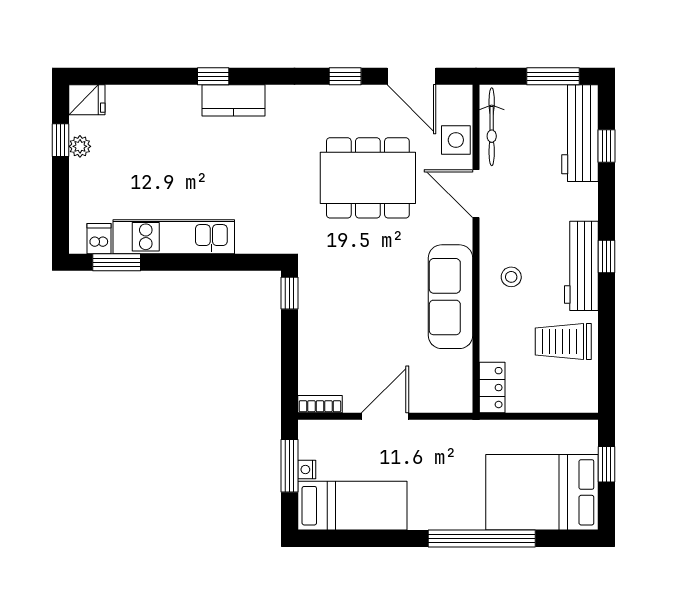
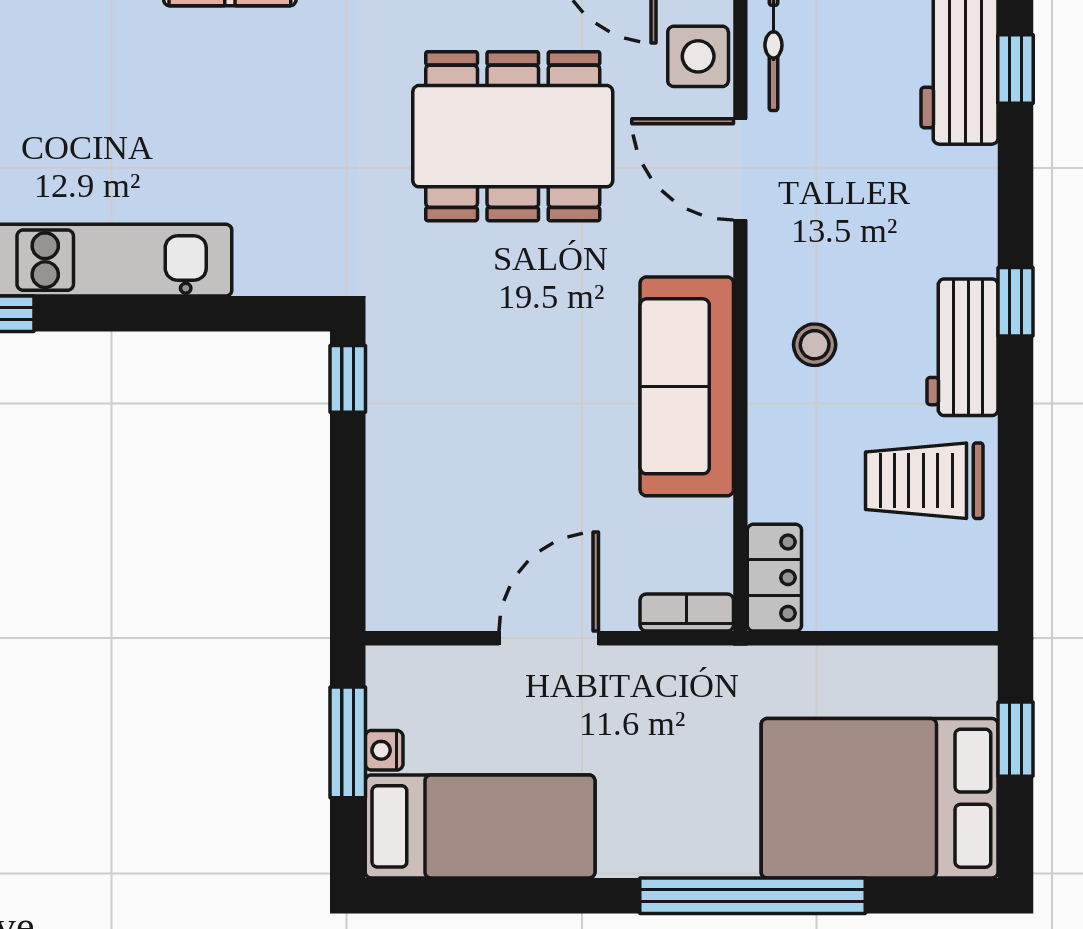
workbench: (581, 266) -> (962, 347), width x0.73
bookcase: (320, 404) -> (687, 613), moved

